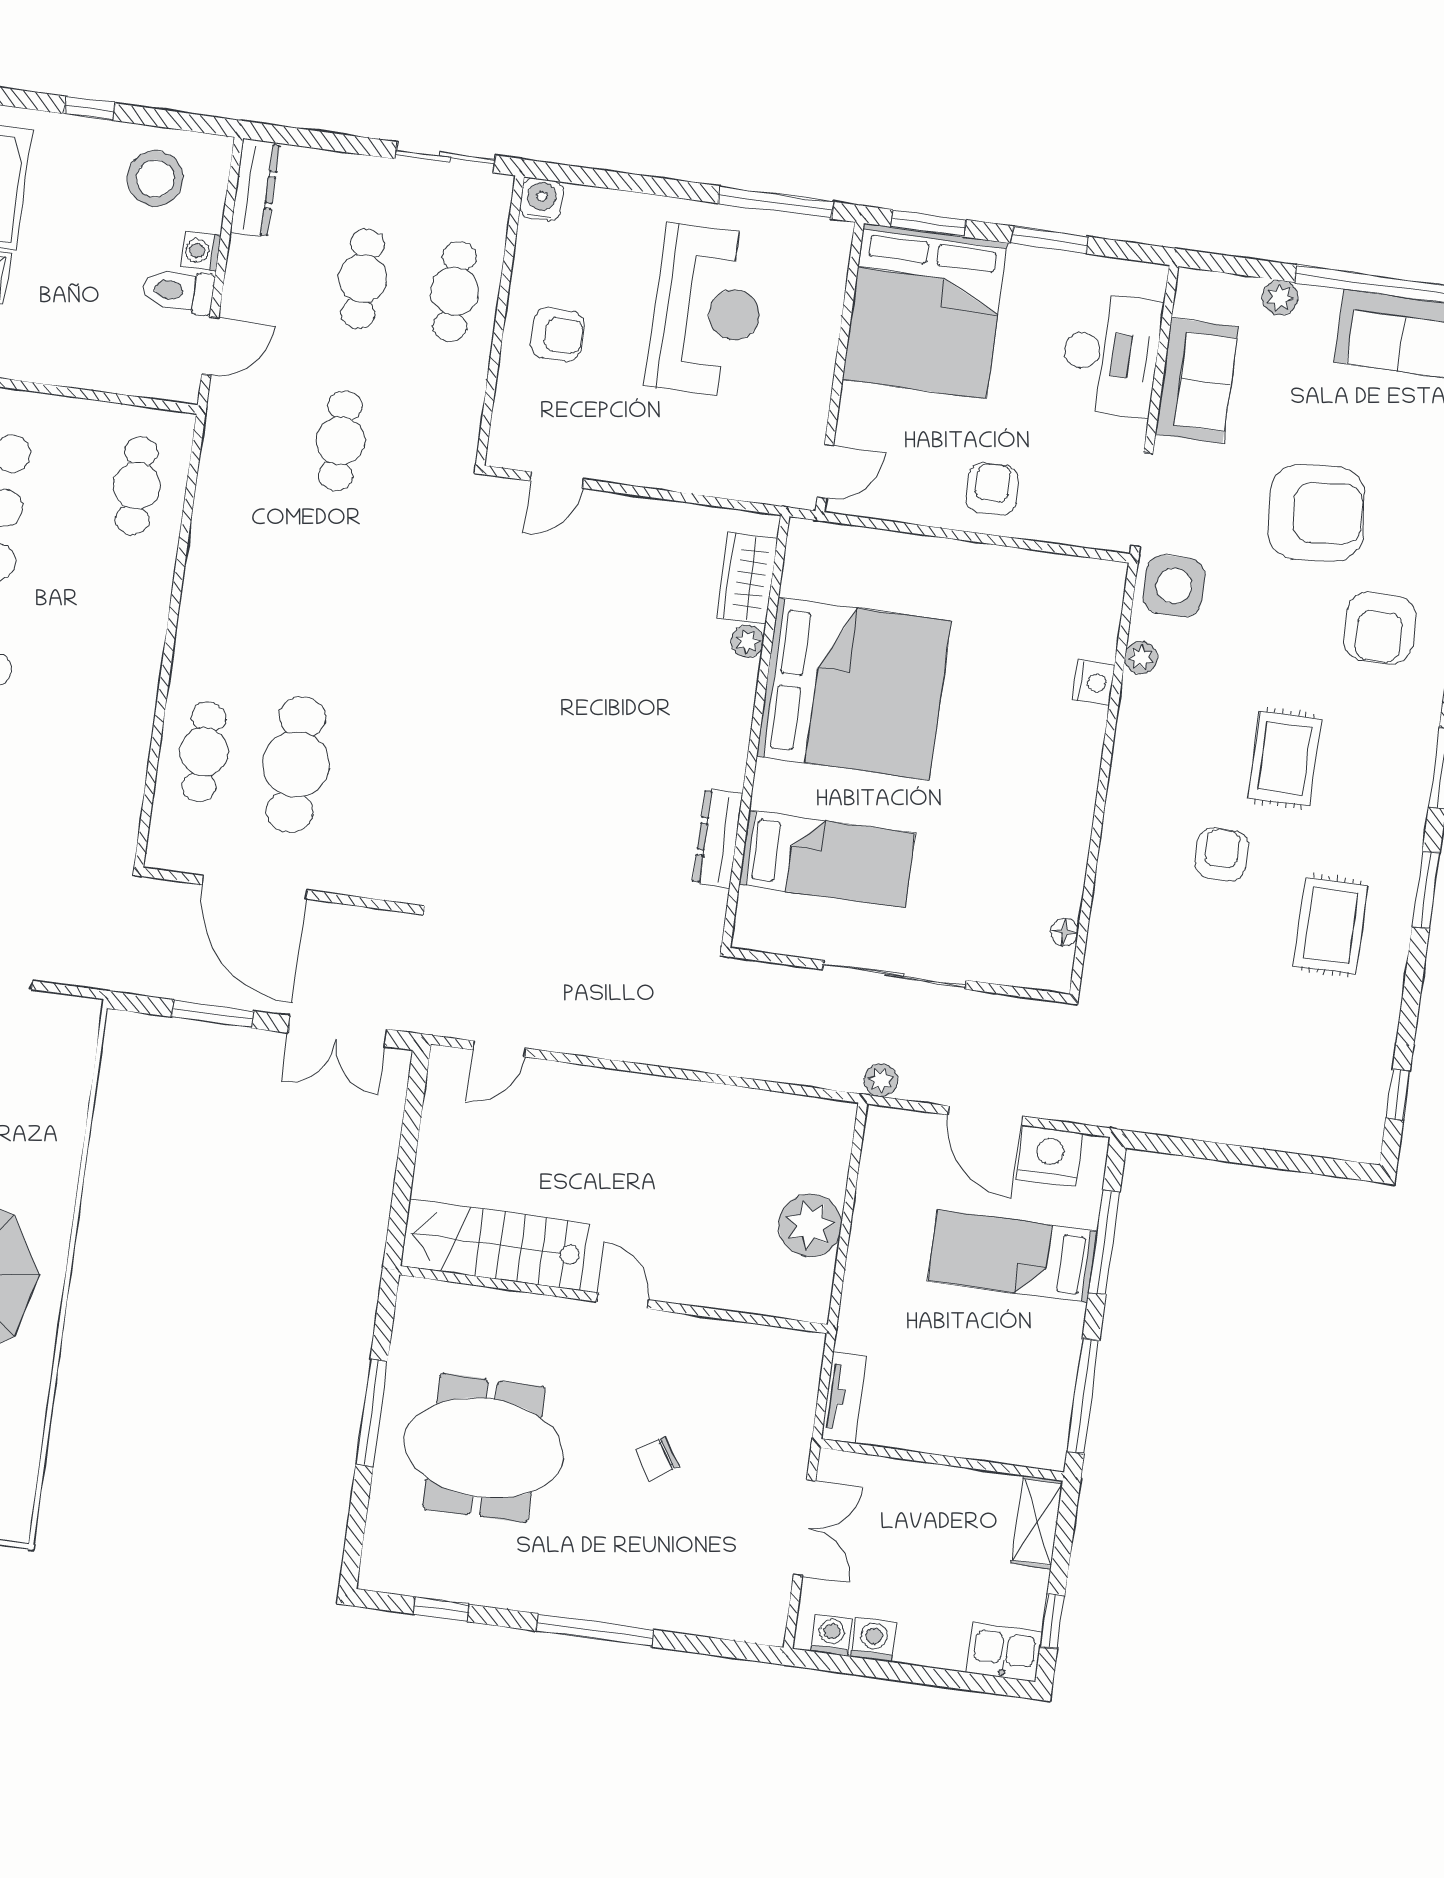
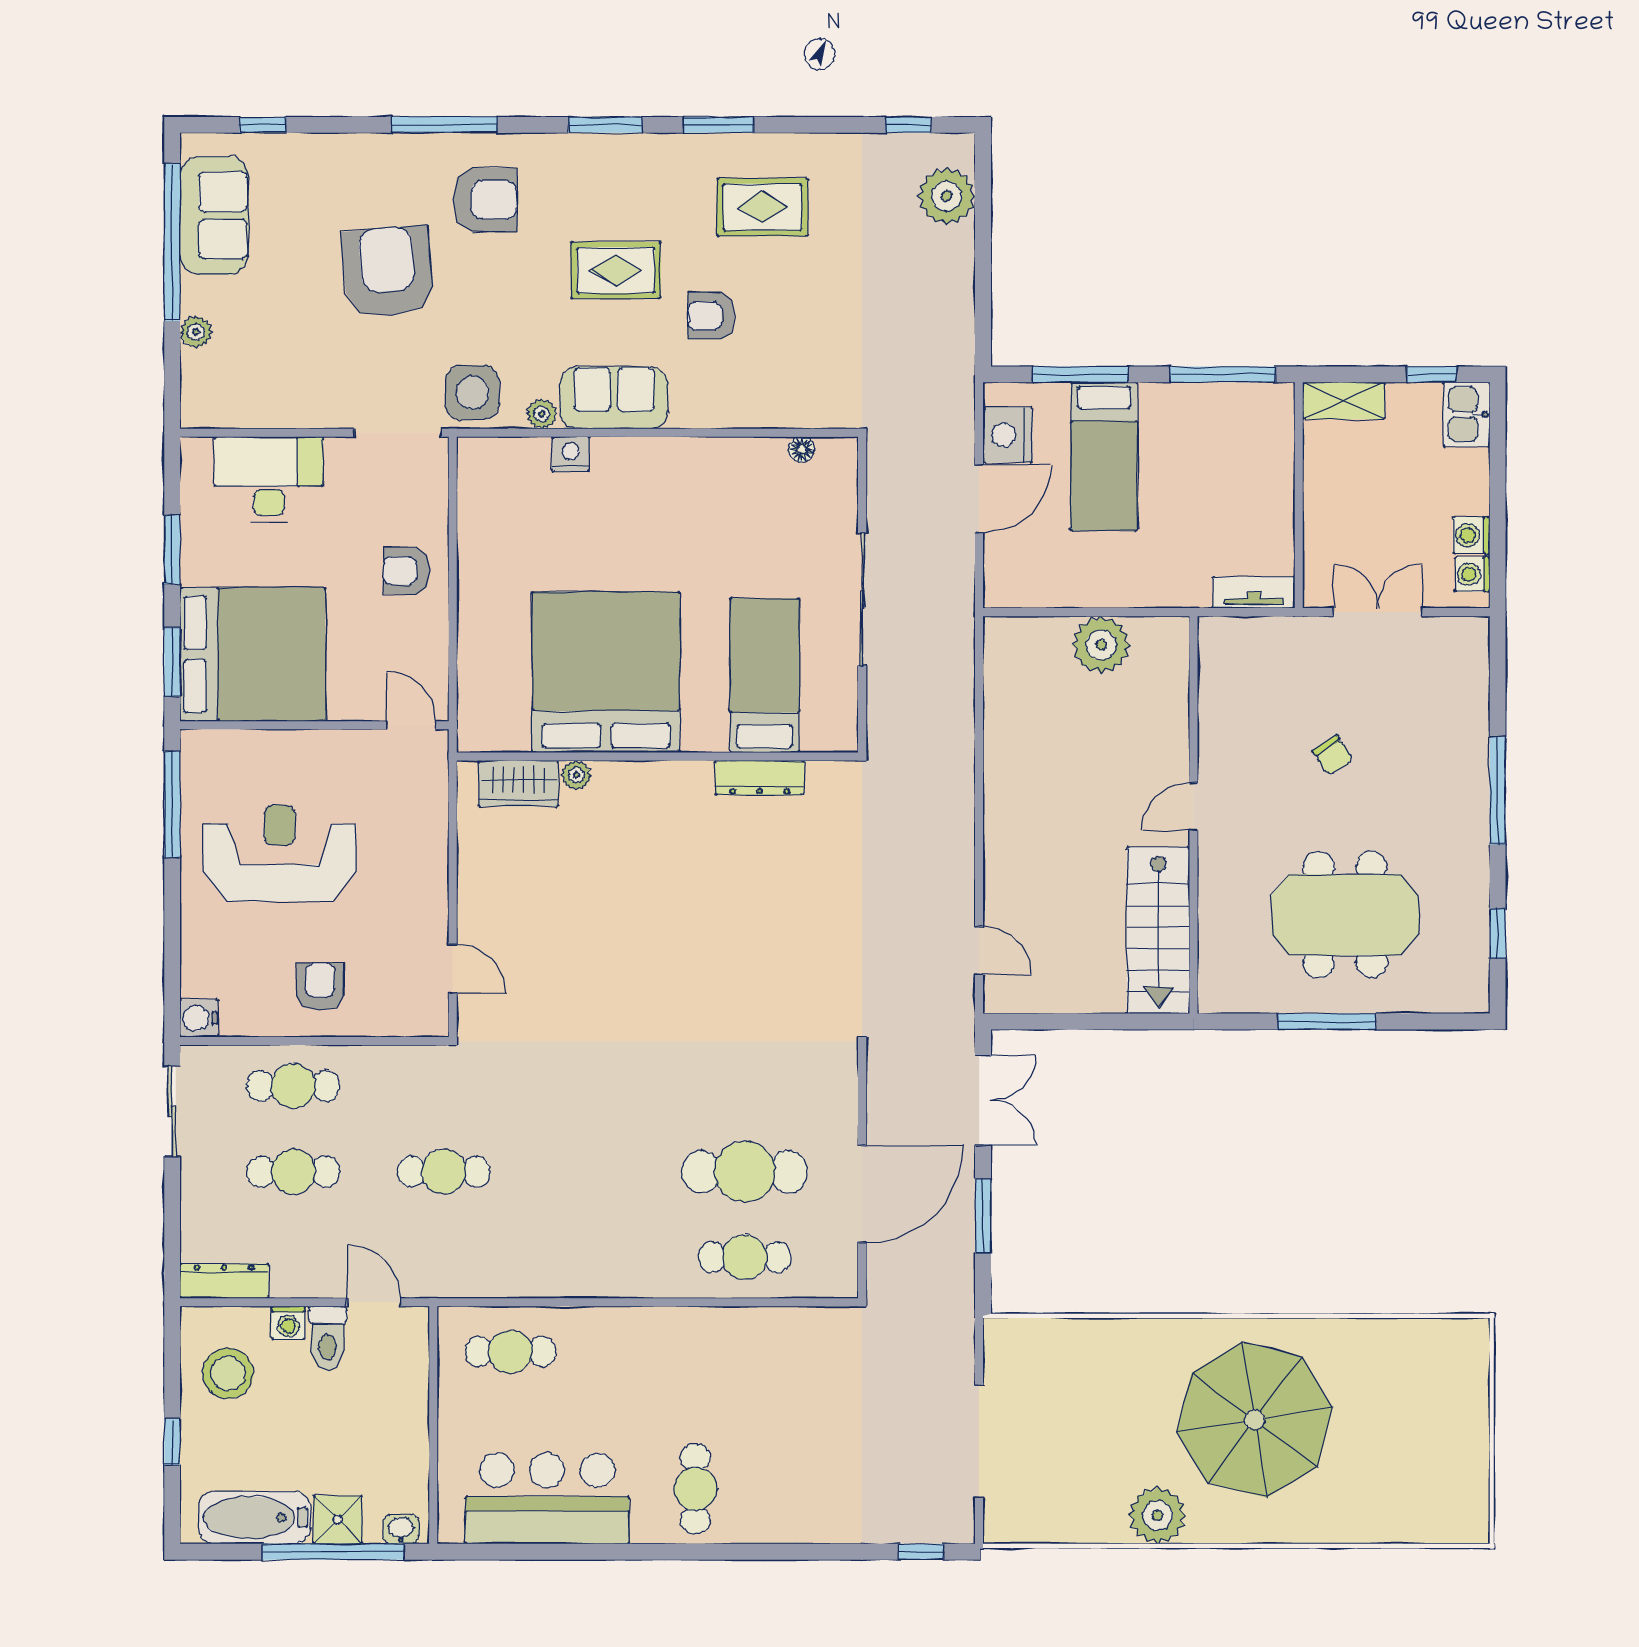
sofa: (1197, 380) -> (614, 398), moved
plant: (881, 1080) -> (947, 196), moved, width x1.88, depth x1.88
meeting table: (484, 1448) -> (1345, 915), turned 90

